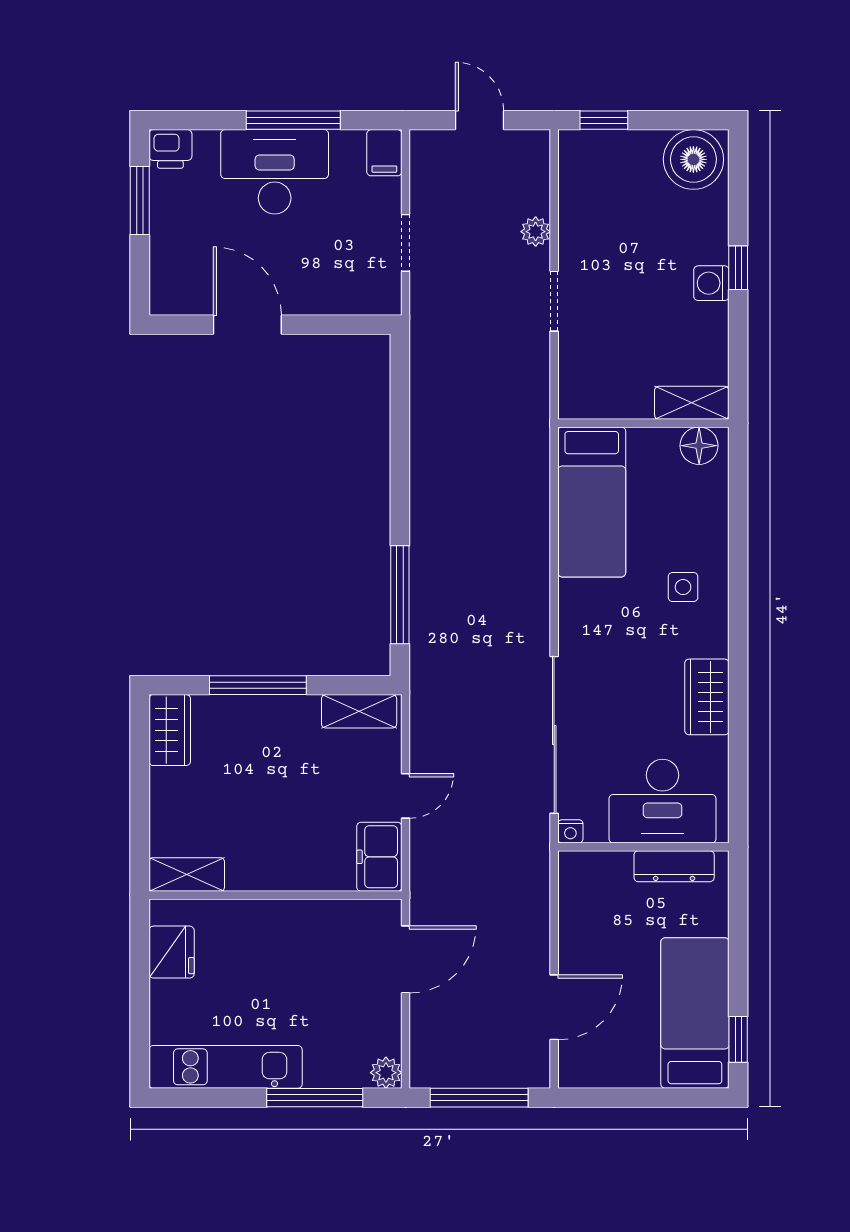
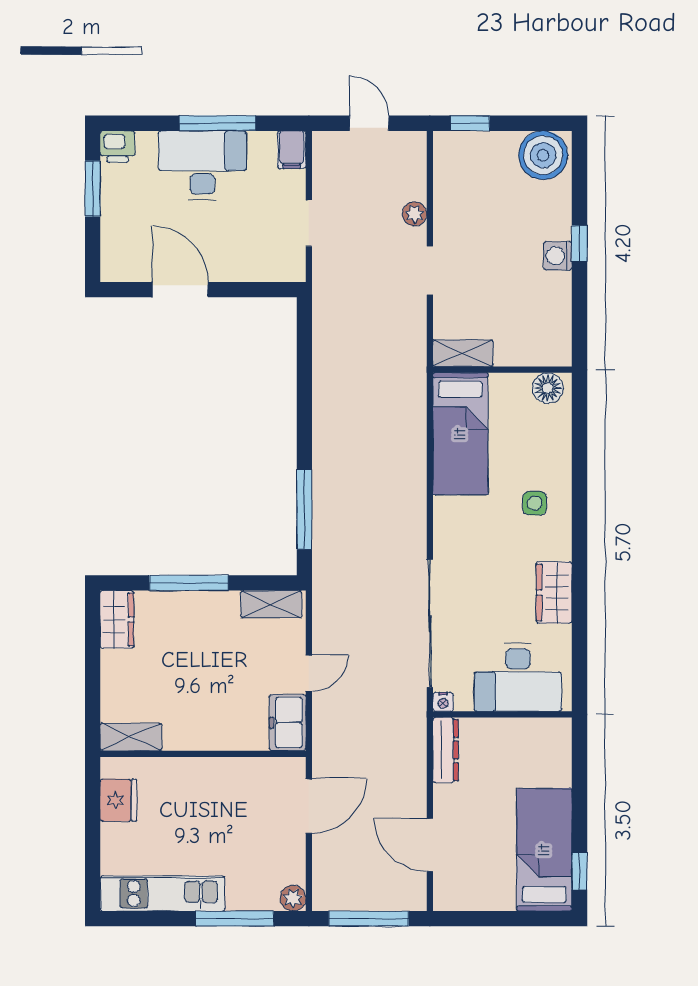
shelving: (692, 403) -> (463, 353), moved
dresser: (674, 866) -> (446, 750), moved, turned -90
door: (554, 1007) -> (430, 845), swing flipped

